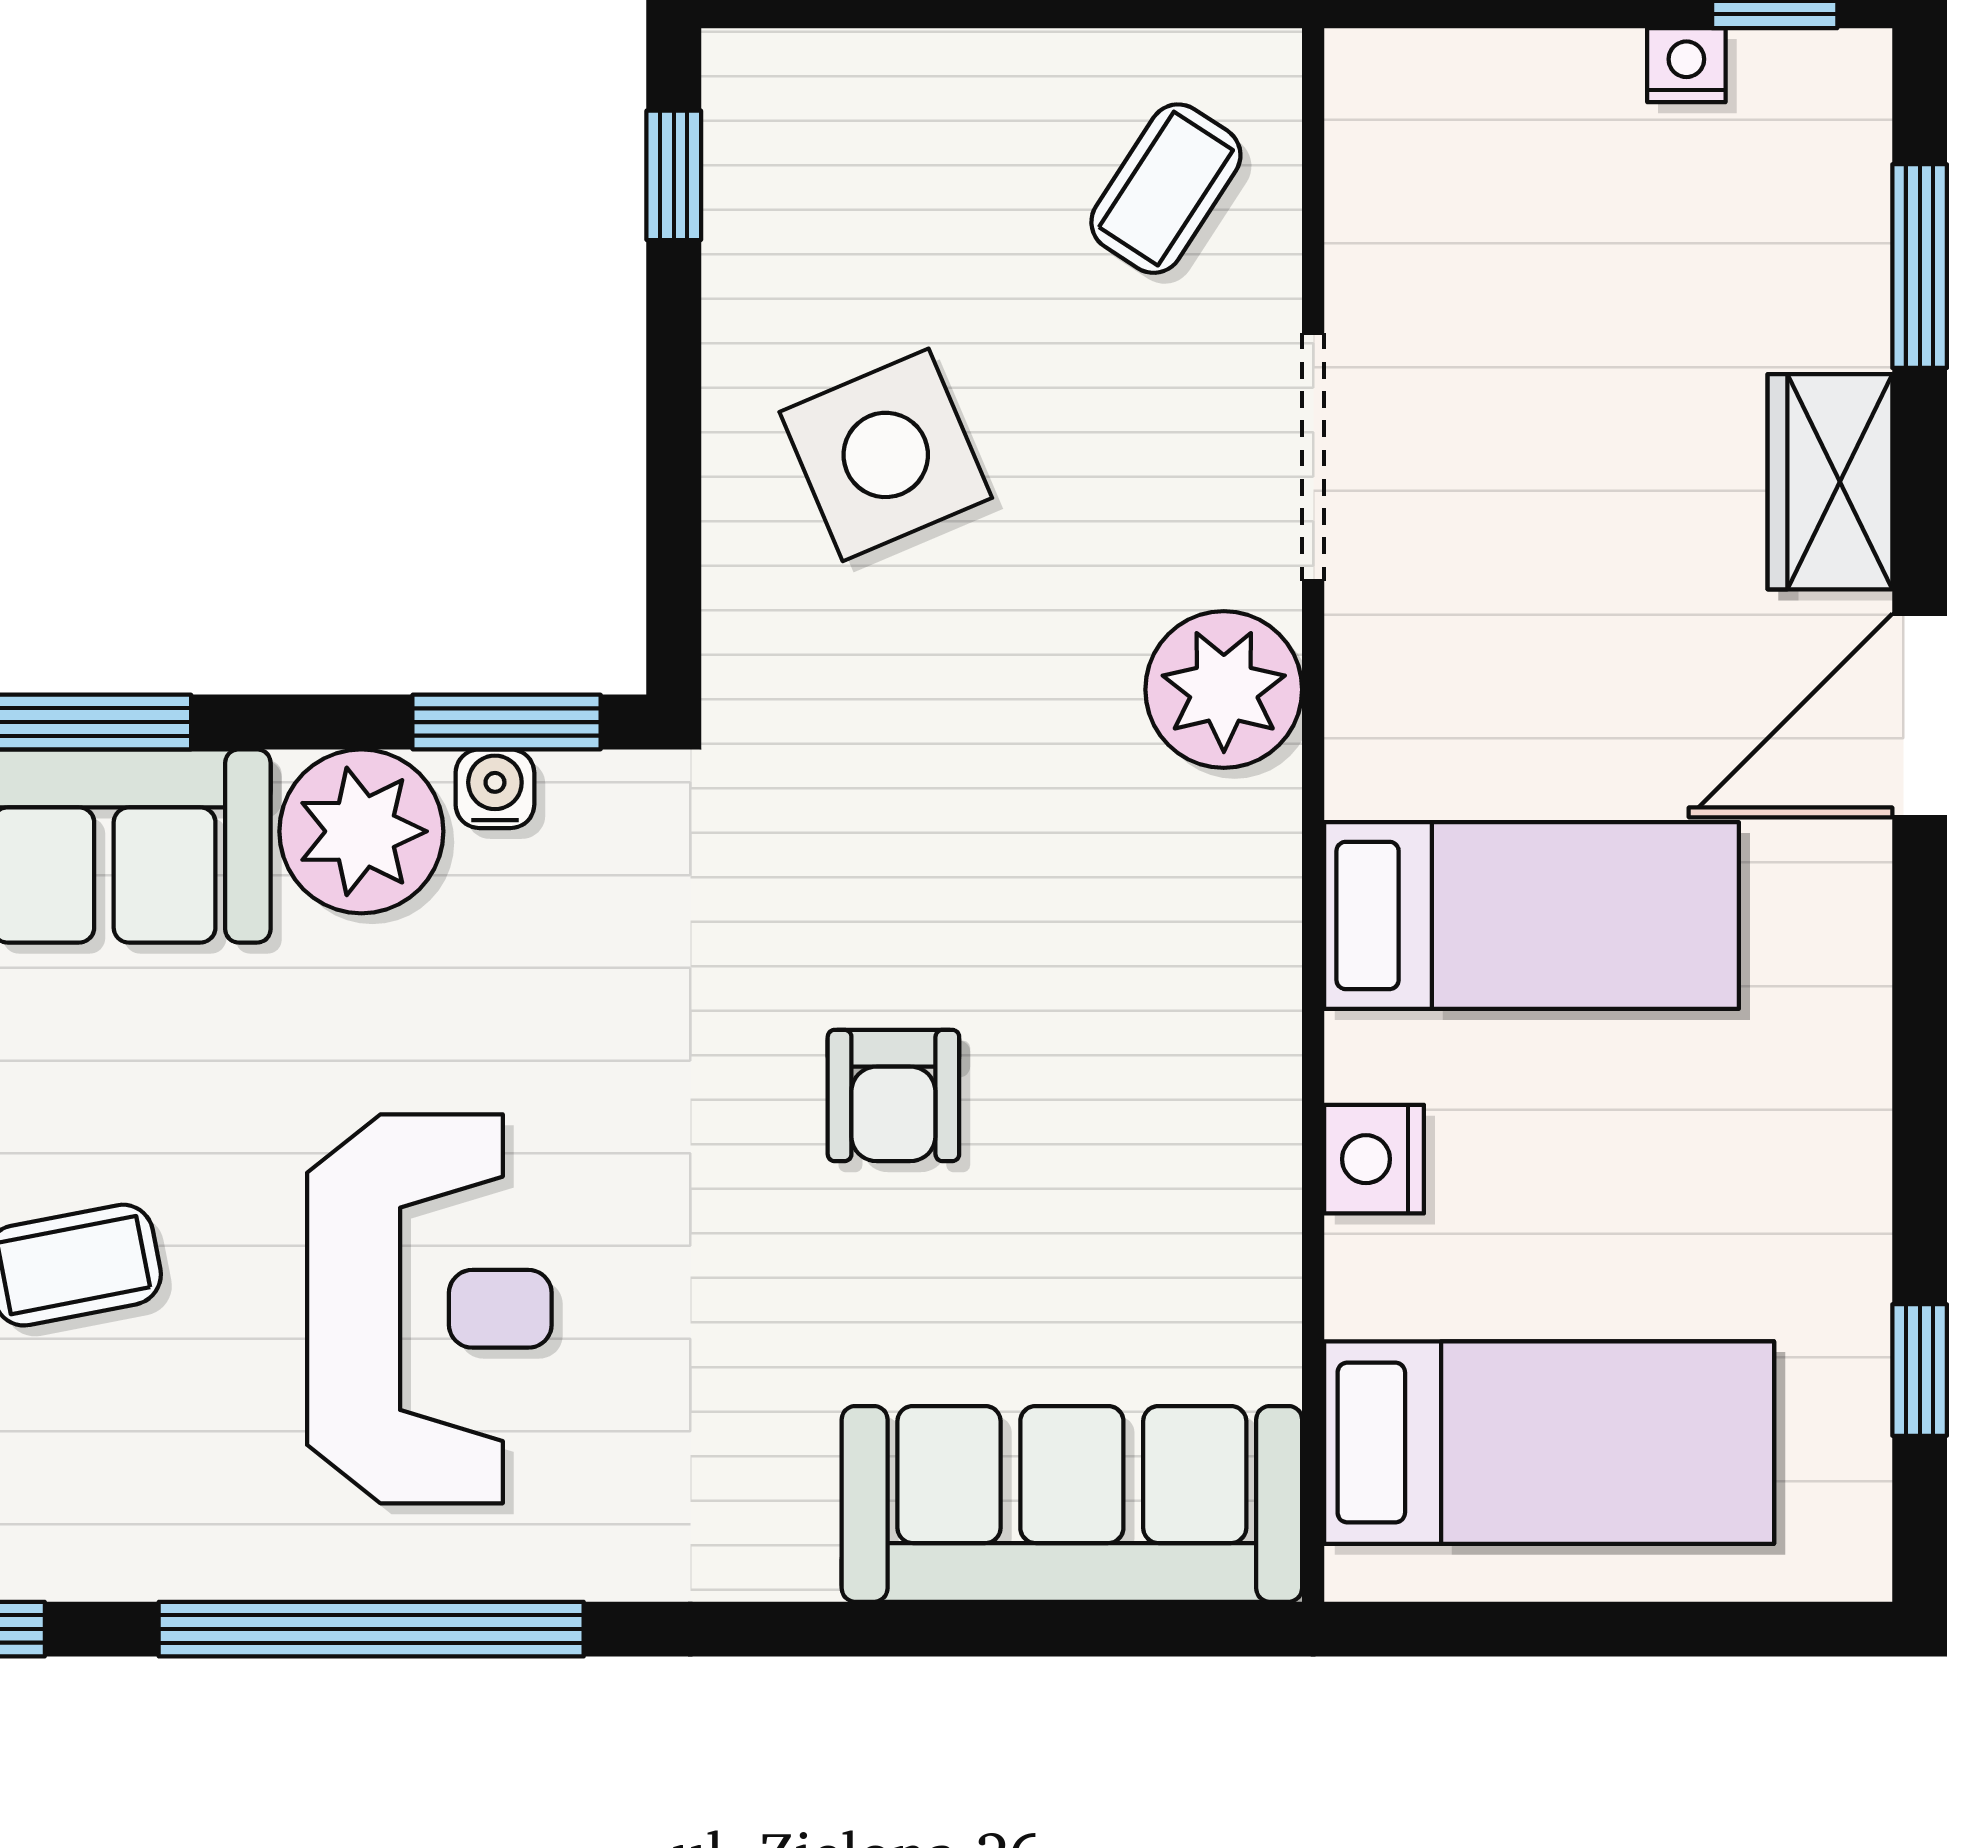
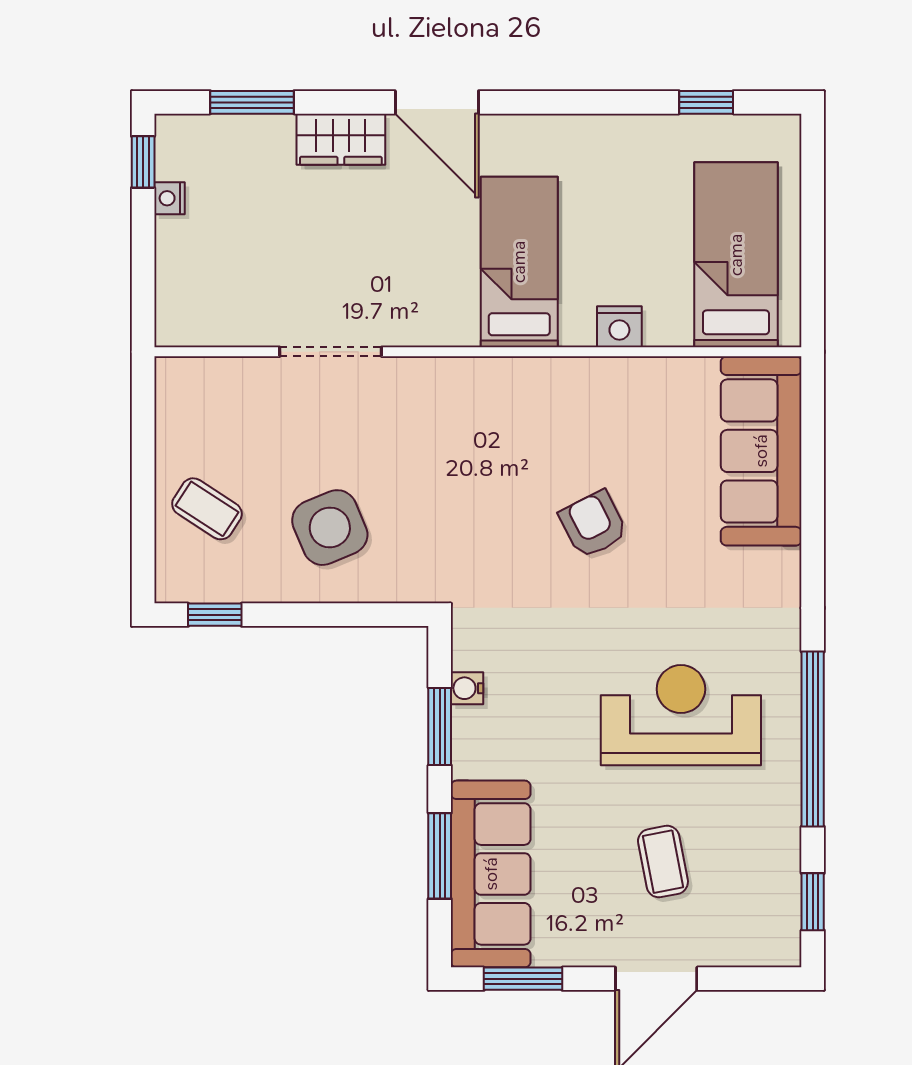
coffee table: (1166, 189) -> (207, 509), moved
plant: (1224, 690) -> (426, 388), removed
window: (507, 722) -> (440, 726), moved
plant: (361, 831) -> (485, 743), removed
armchair: (893, 1095) -> (593, 524), turned -117

